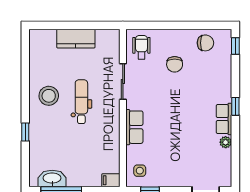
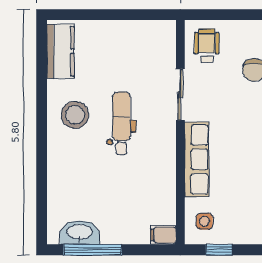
kitchen counter: (76, 39) -> (60, 51), moved, turned -90
row of seats: (134, 127) -> (197, 159), width x1.48
window: (25, 132) -> (42, 166), removed

